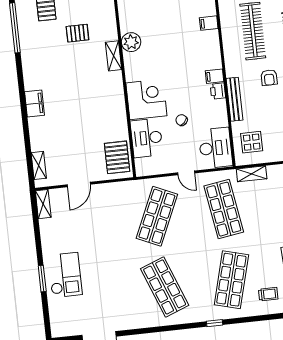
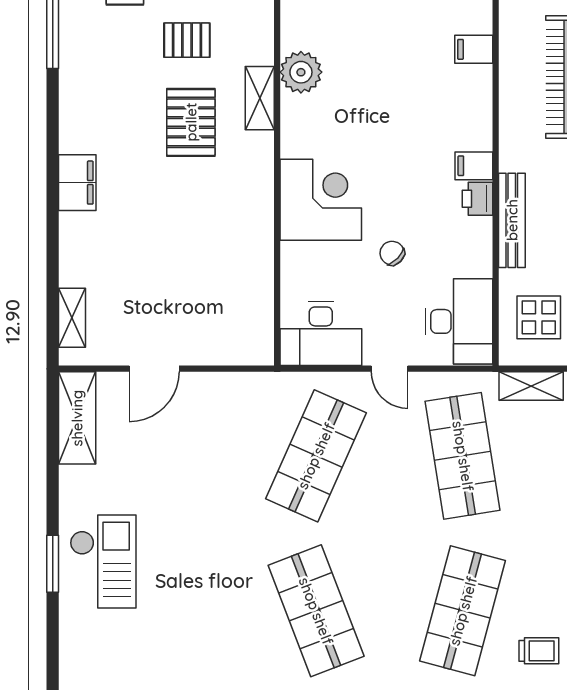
desk: (147, 138) -> (321, 334), moved, turned -90
pallet: (117, 157) -> (191, 122), moved
shelving: (43, 204) -> (77, 418), width x1.50, depth x1.33

